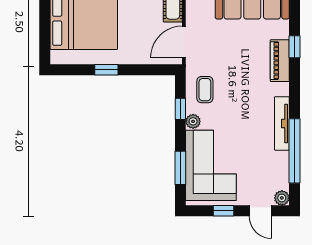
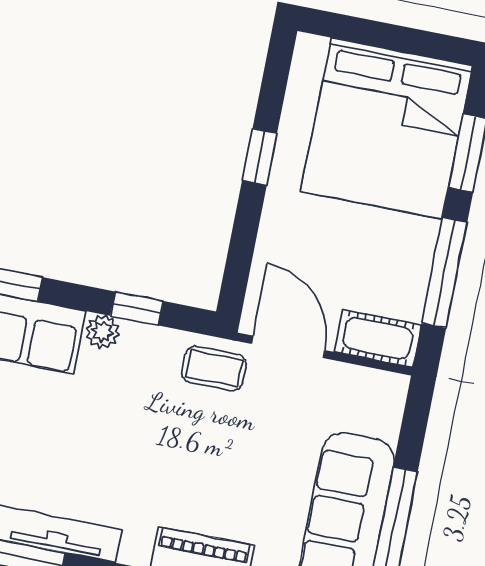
coffee table: (205, 90) -> (214, 368), moved

